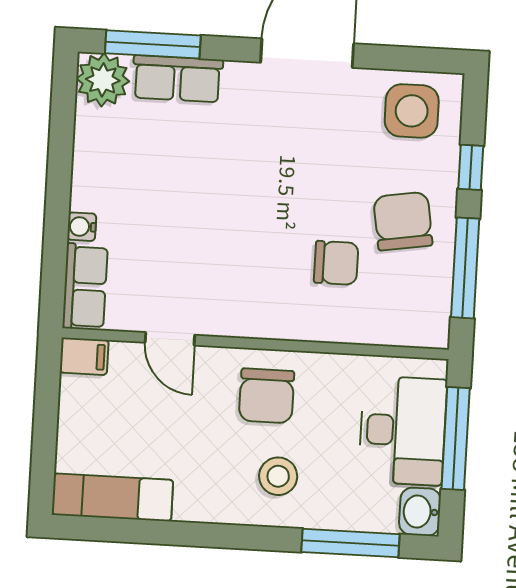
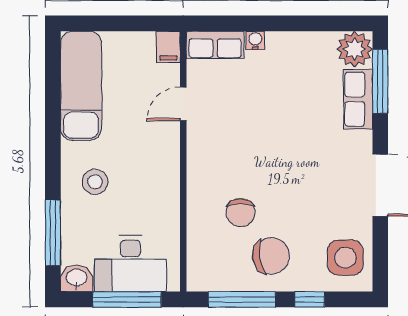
chair: (267, 396) -> (149, 171), removed
exam couch: (112, 497) -> (81, 86), width x1.36, depth x1.45

